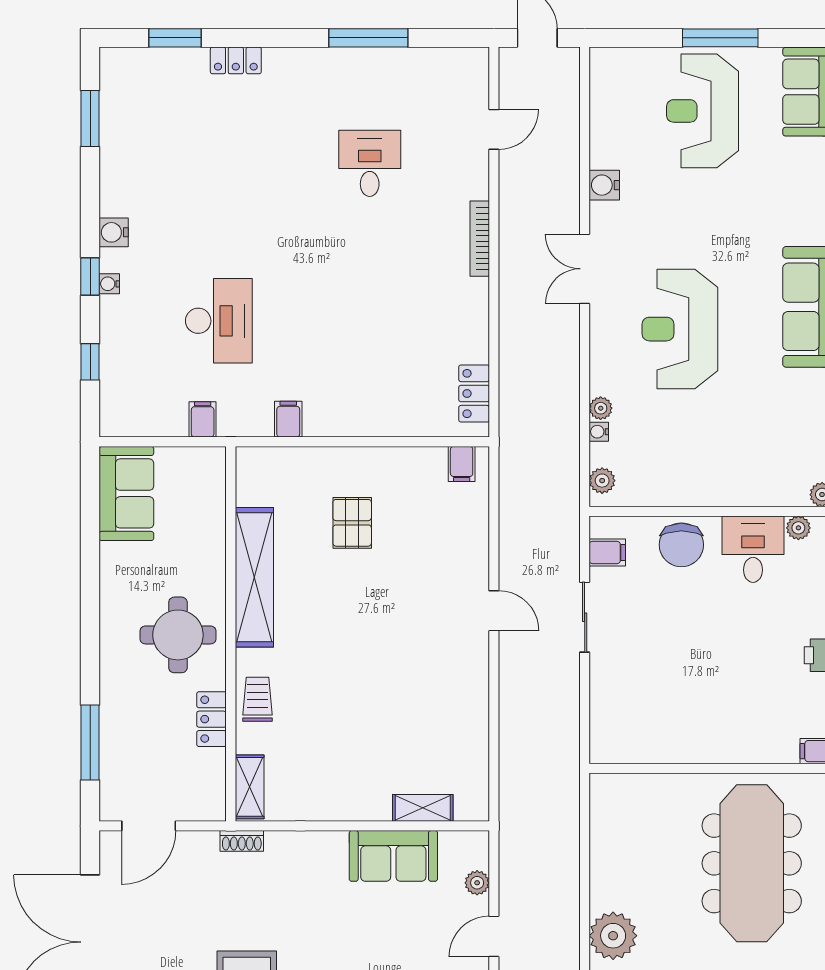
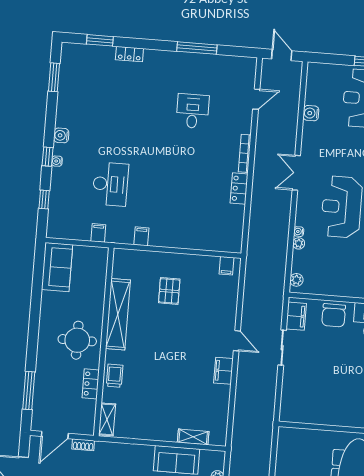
water cooler: (604, 185) -> (311, 113), moved
locker: (474, 394) -> (239, 188), moved
water cooler: (599, 432) -> (299, 232), moved
filing cabinet: (607, 552) -> (296, 316), width x2.00
filing cabinet: (472, 672) -> (223, 371), added
shoe rack: (242, 841) -> (83, 445), moved

